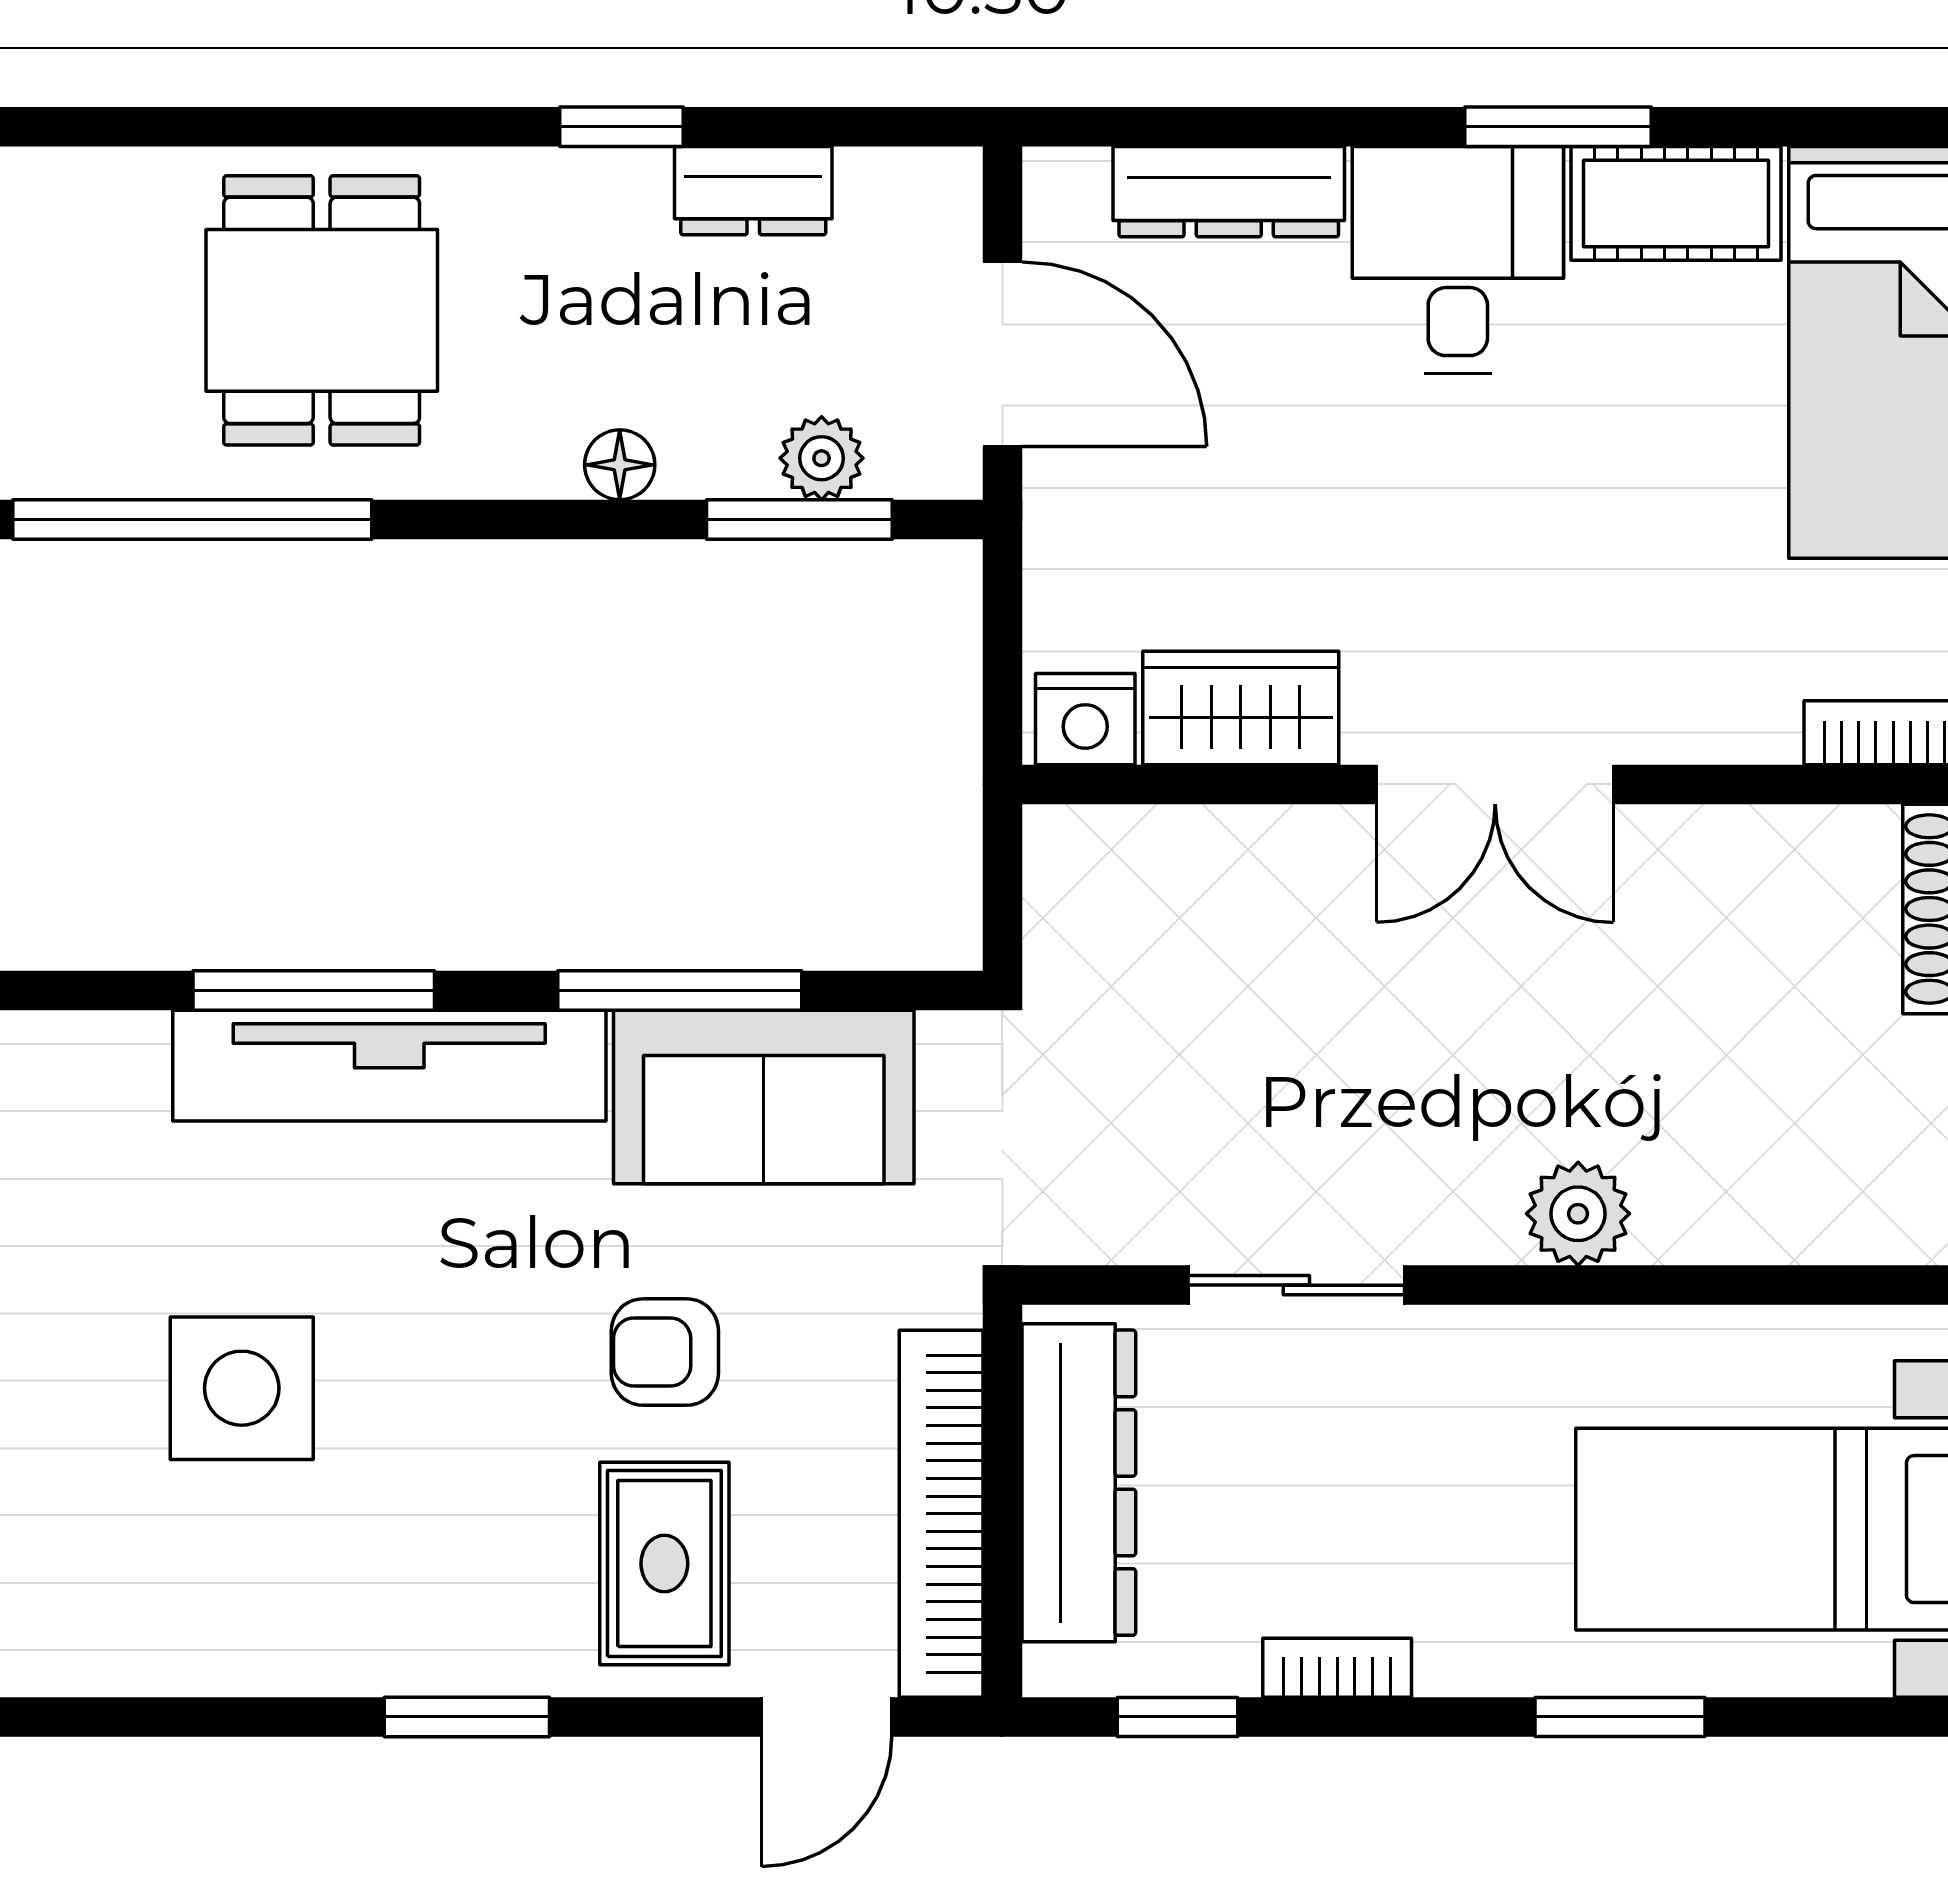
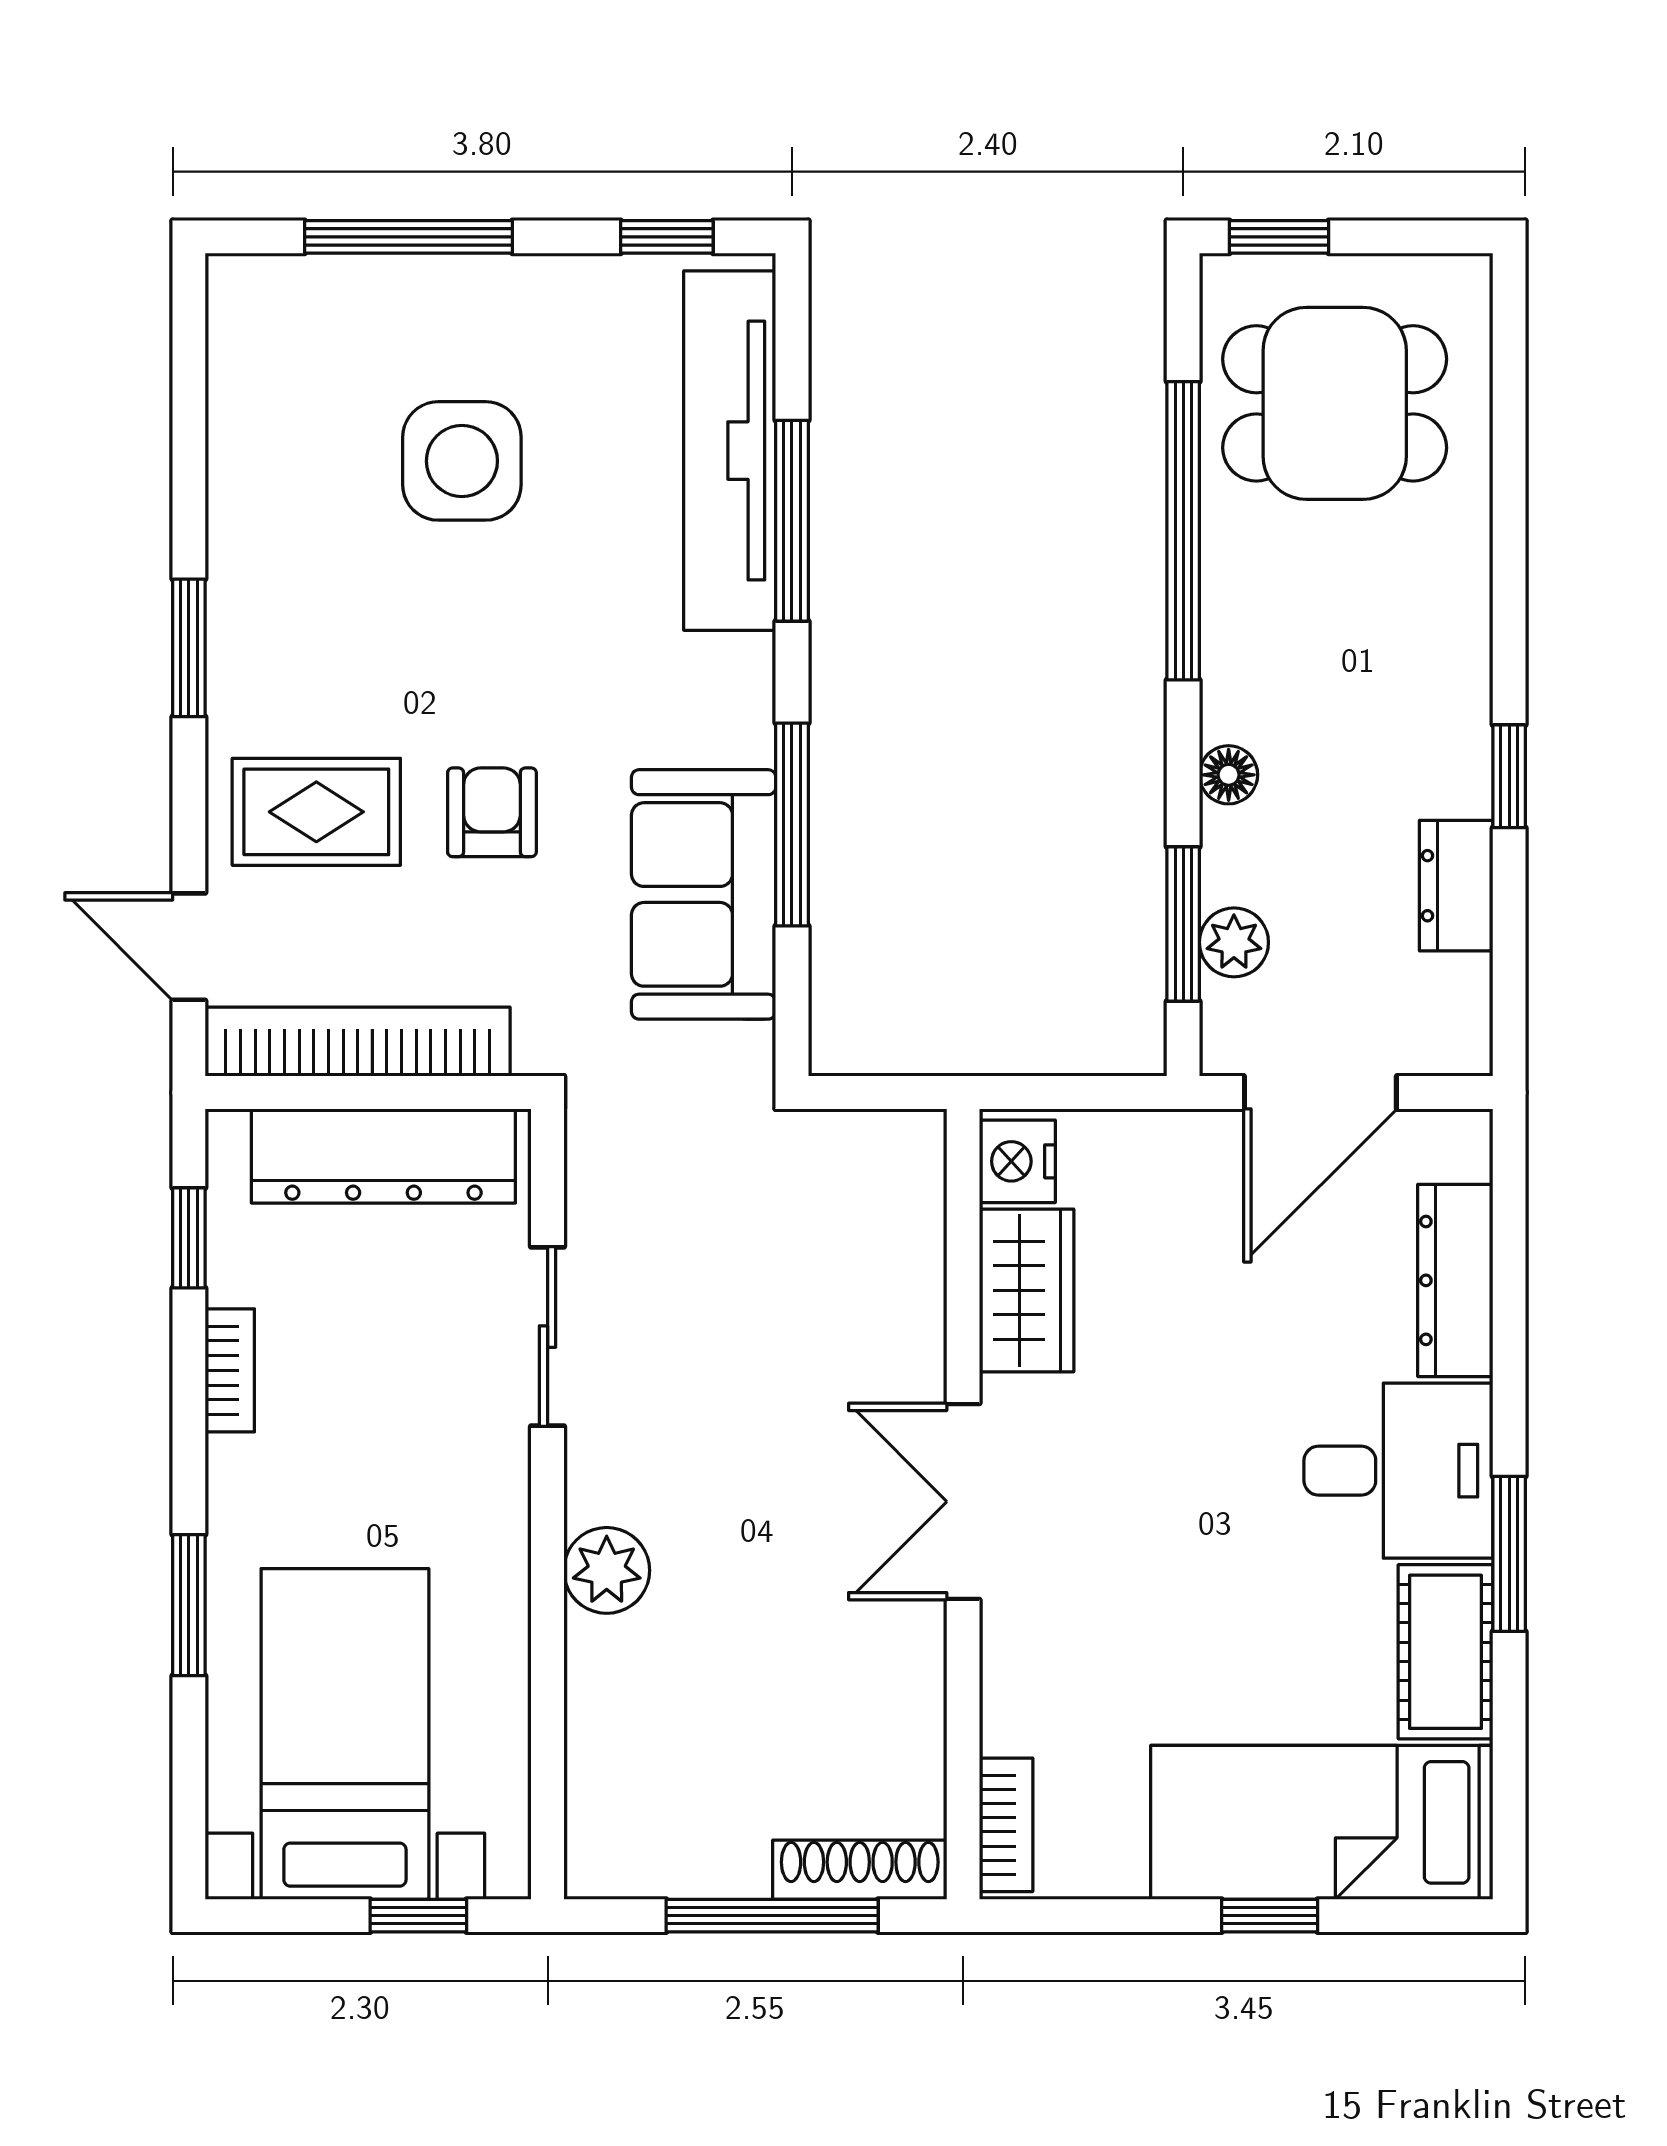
dining table: (322, 310) -> (1335, 403), moved
window: (192, 519) -> (1183, 531), moved
tv unit: (389, 1066) -> (730, 451), moved

